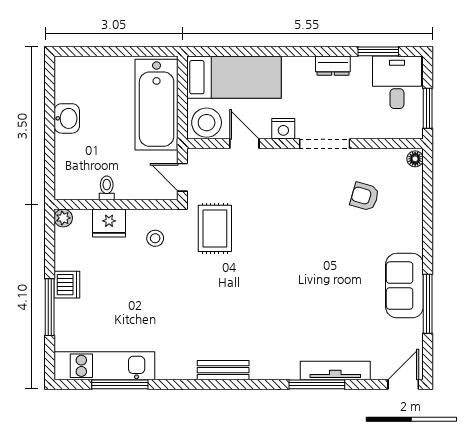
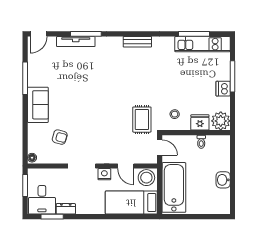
dresser: (333, 66) -> (66, 209), moved
plant: (63, 218) -> (221, 121), width x1.88, depth x1.88
sofa: (404, 286) -> (38, 105), moved

